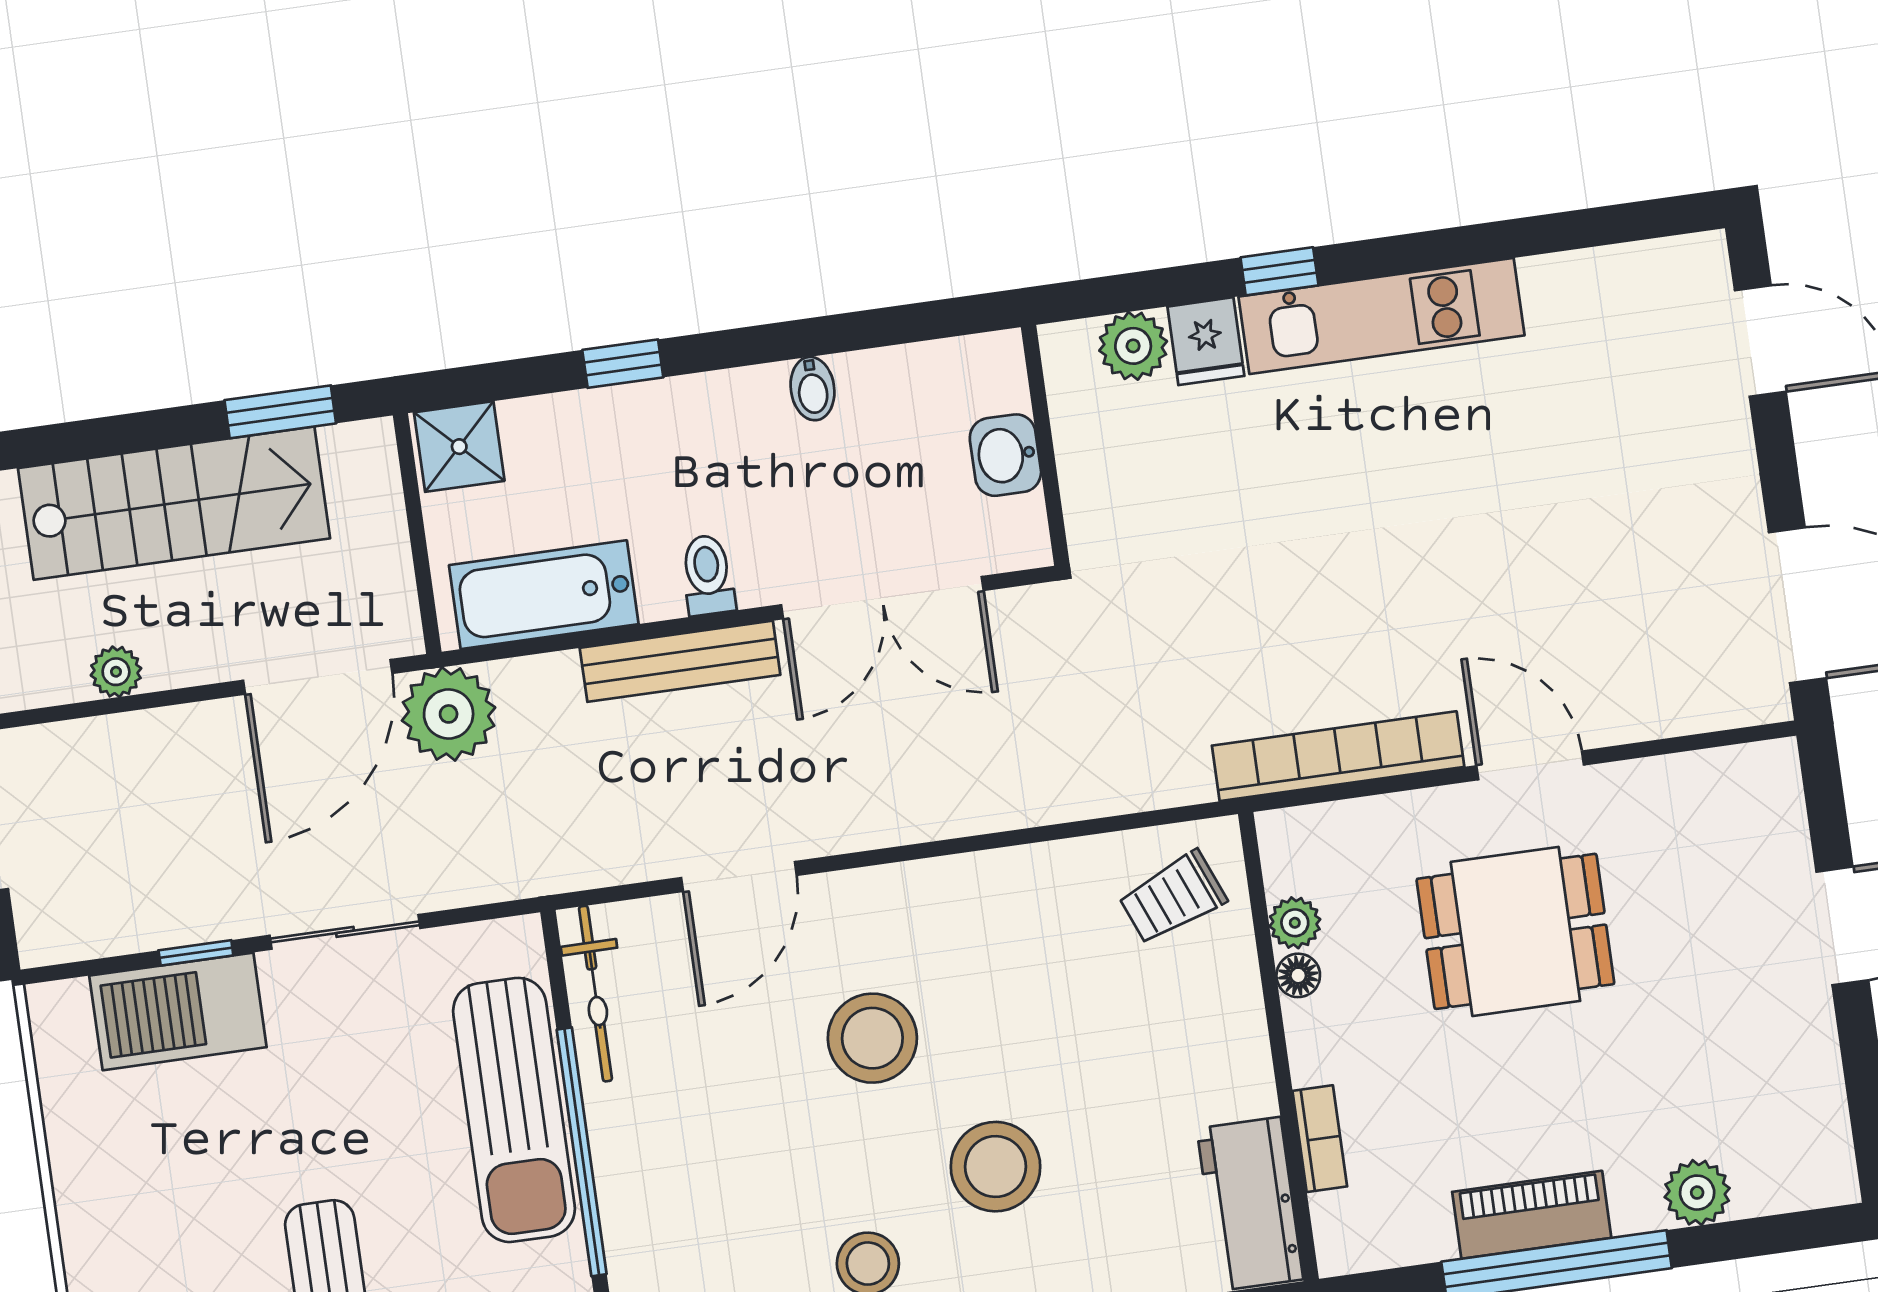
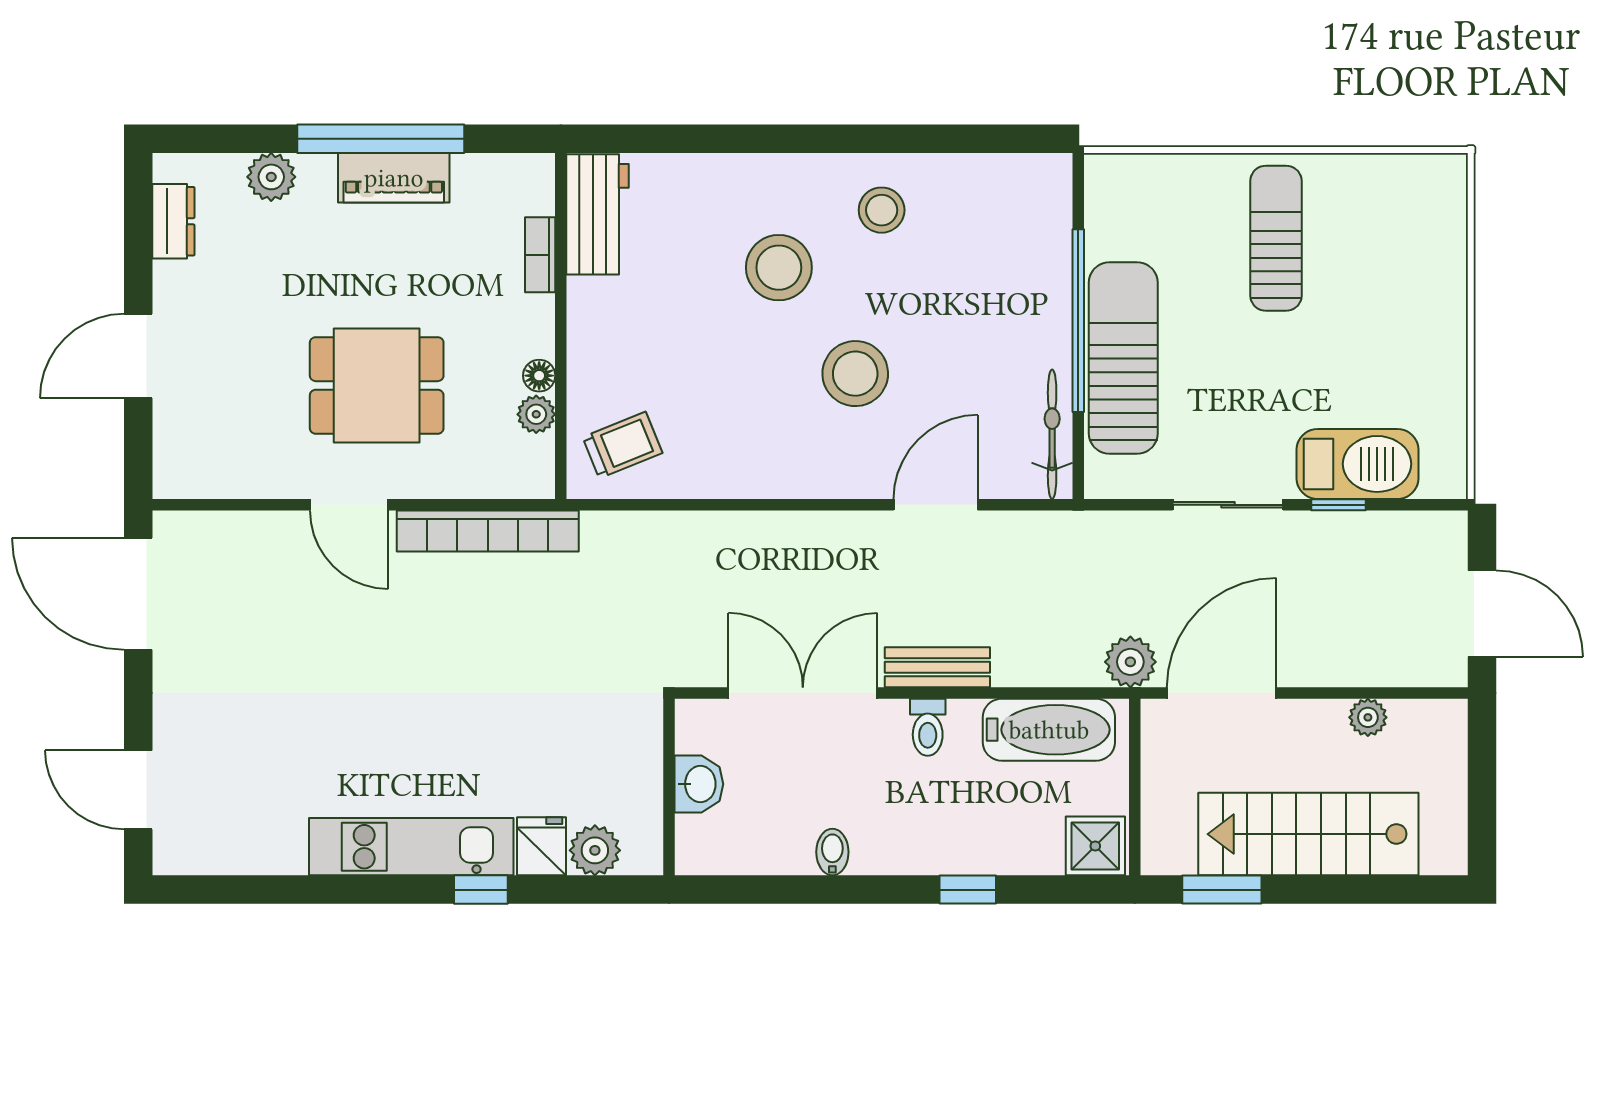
bench: (680, 661) -> (937, 667), width x0.73
plant: (449, 714) -> (1130, 662), width x0.73, depth x0.73
dresser: (1821, 1114) -> (173, 221), added

